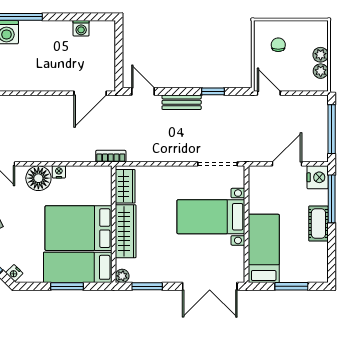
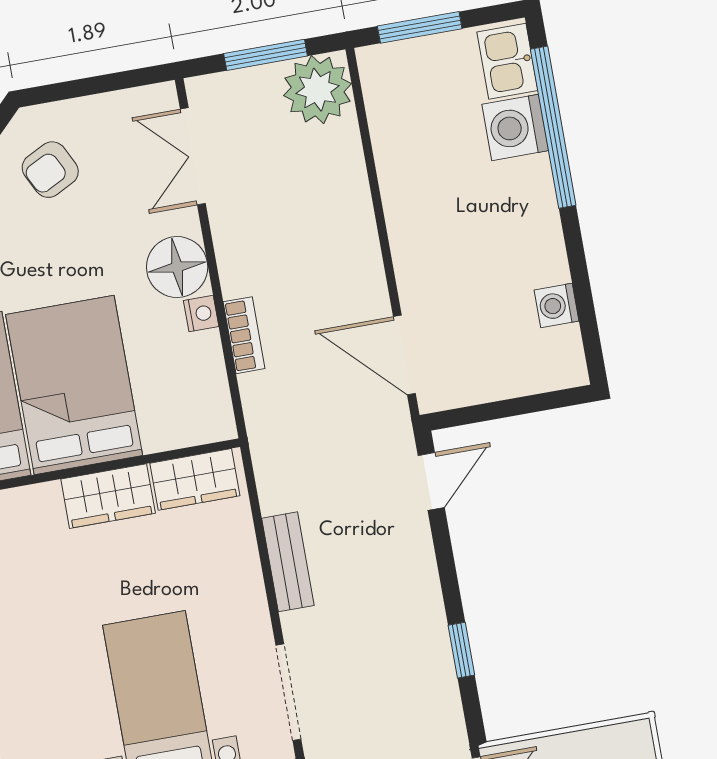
bench: (182, 102) -> (288, 562), moved
bookcase: (111, 156) -> (244, 335), moved
wardrobe: (126, 231) -> (108, 496), width x0.67

